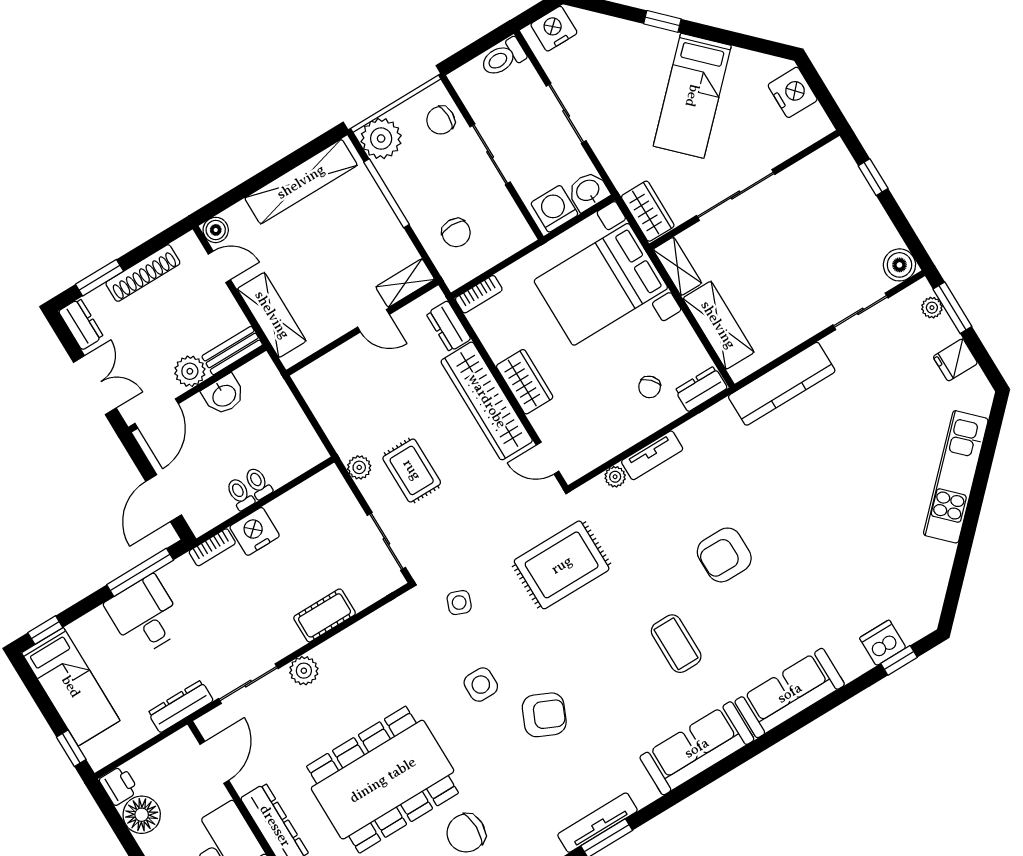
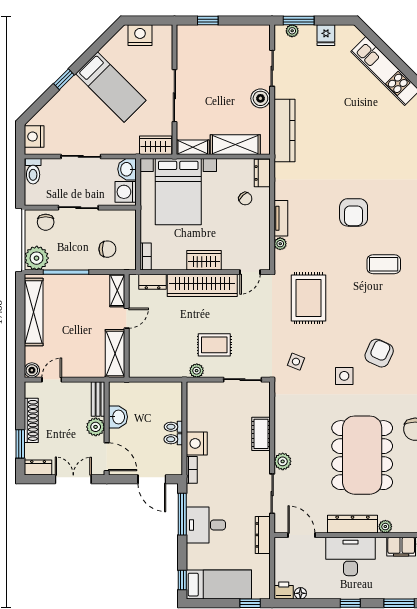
boiler: (899, 265) -> (260, 98), moved
shelving: (272, 315) -> (115, 354), moved, turned 90
floor lamp: (142, 815) -> (300, 593), width x0.53, depth x0.53

